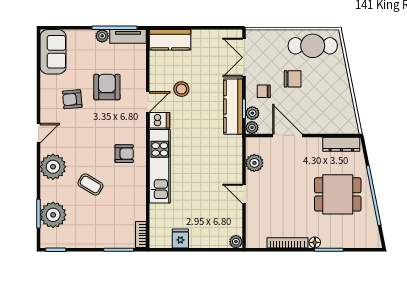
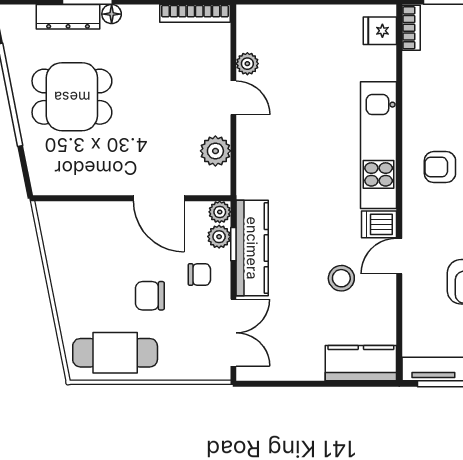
dresser: (341, 144) -> (68, 17), moved, turned 180
fridge: (180, 238) -> (380, 31), moved, turned 90
plant: (236, 242) -> (247, 64), moved
bookcase: (287, 243) -> (195, 13), moved

